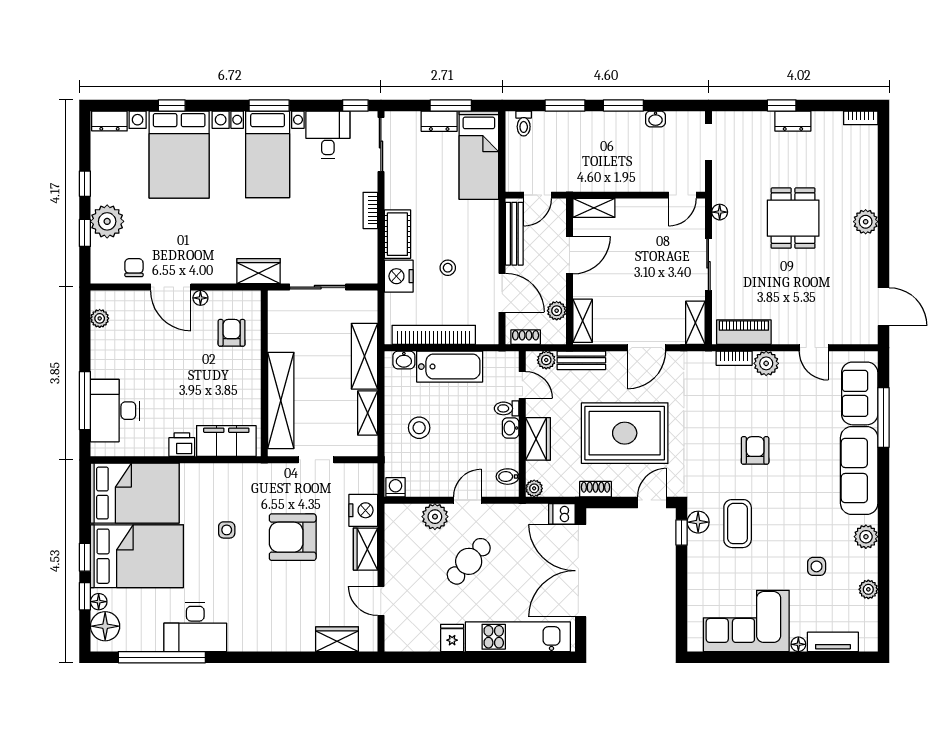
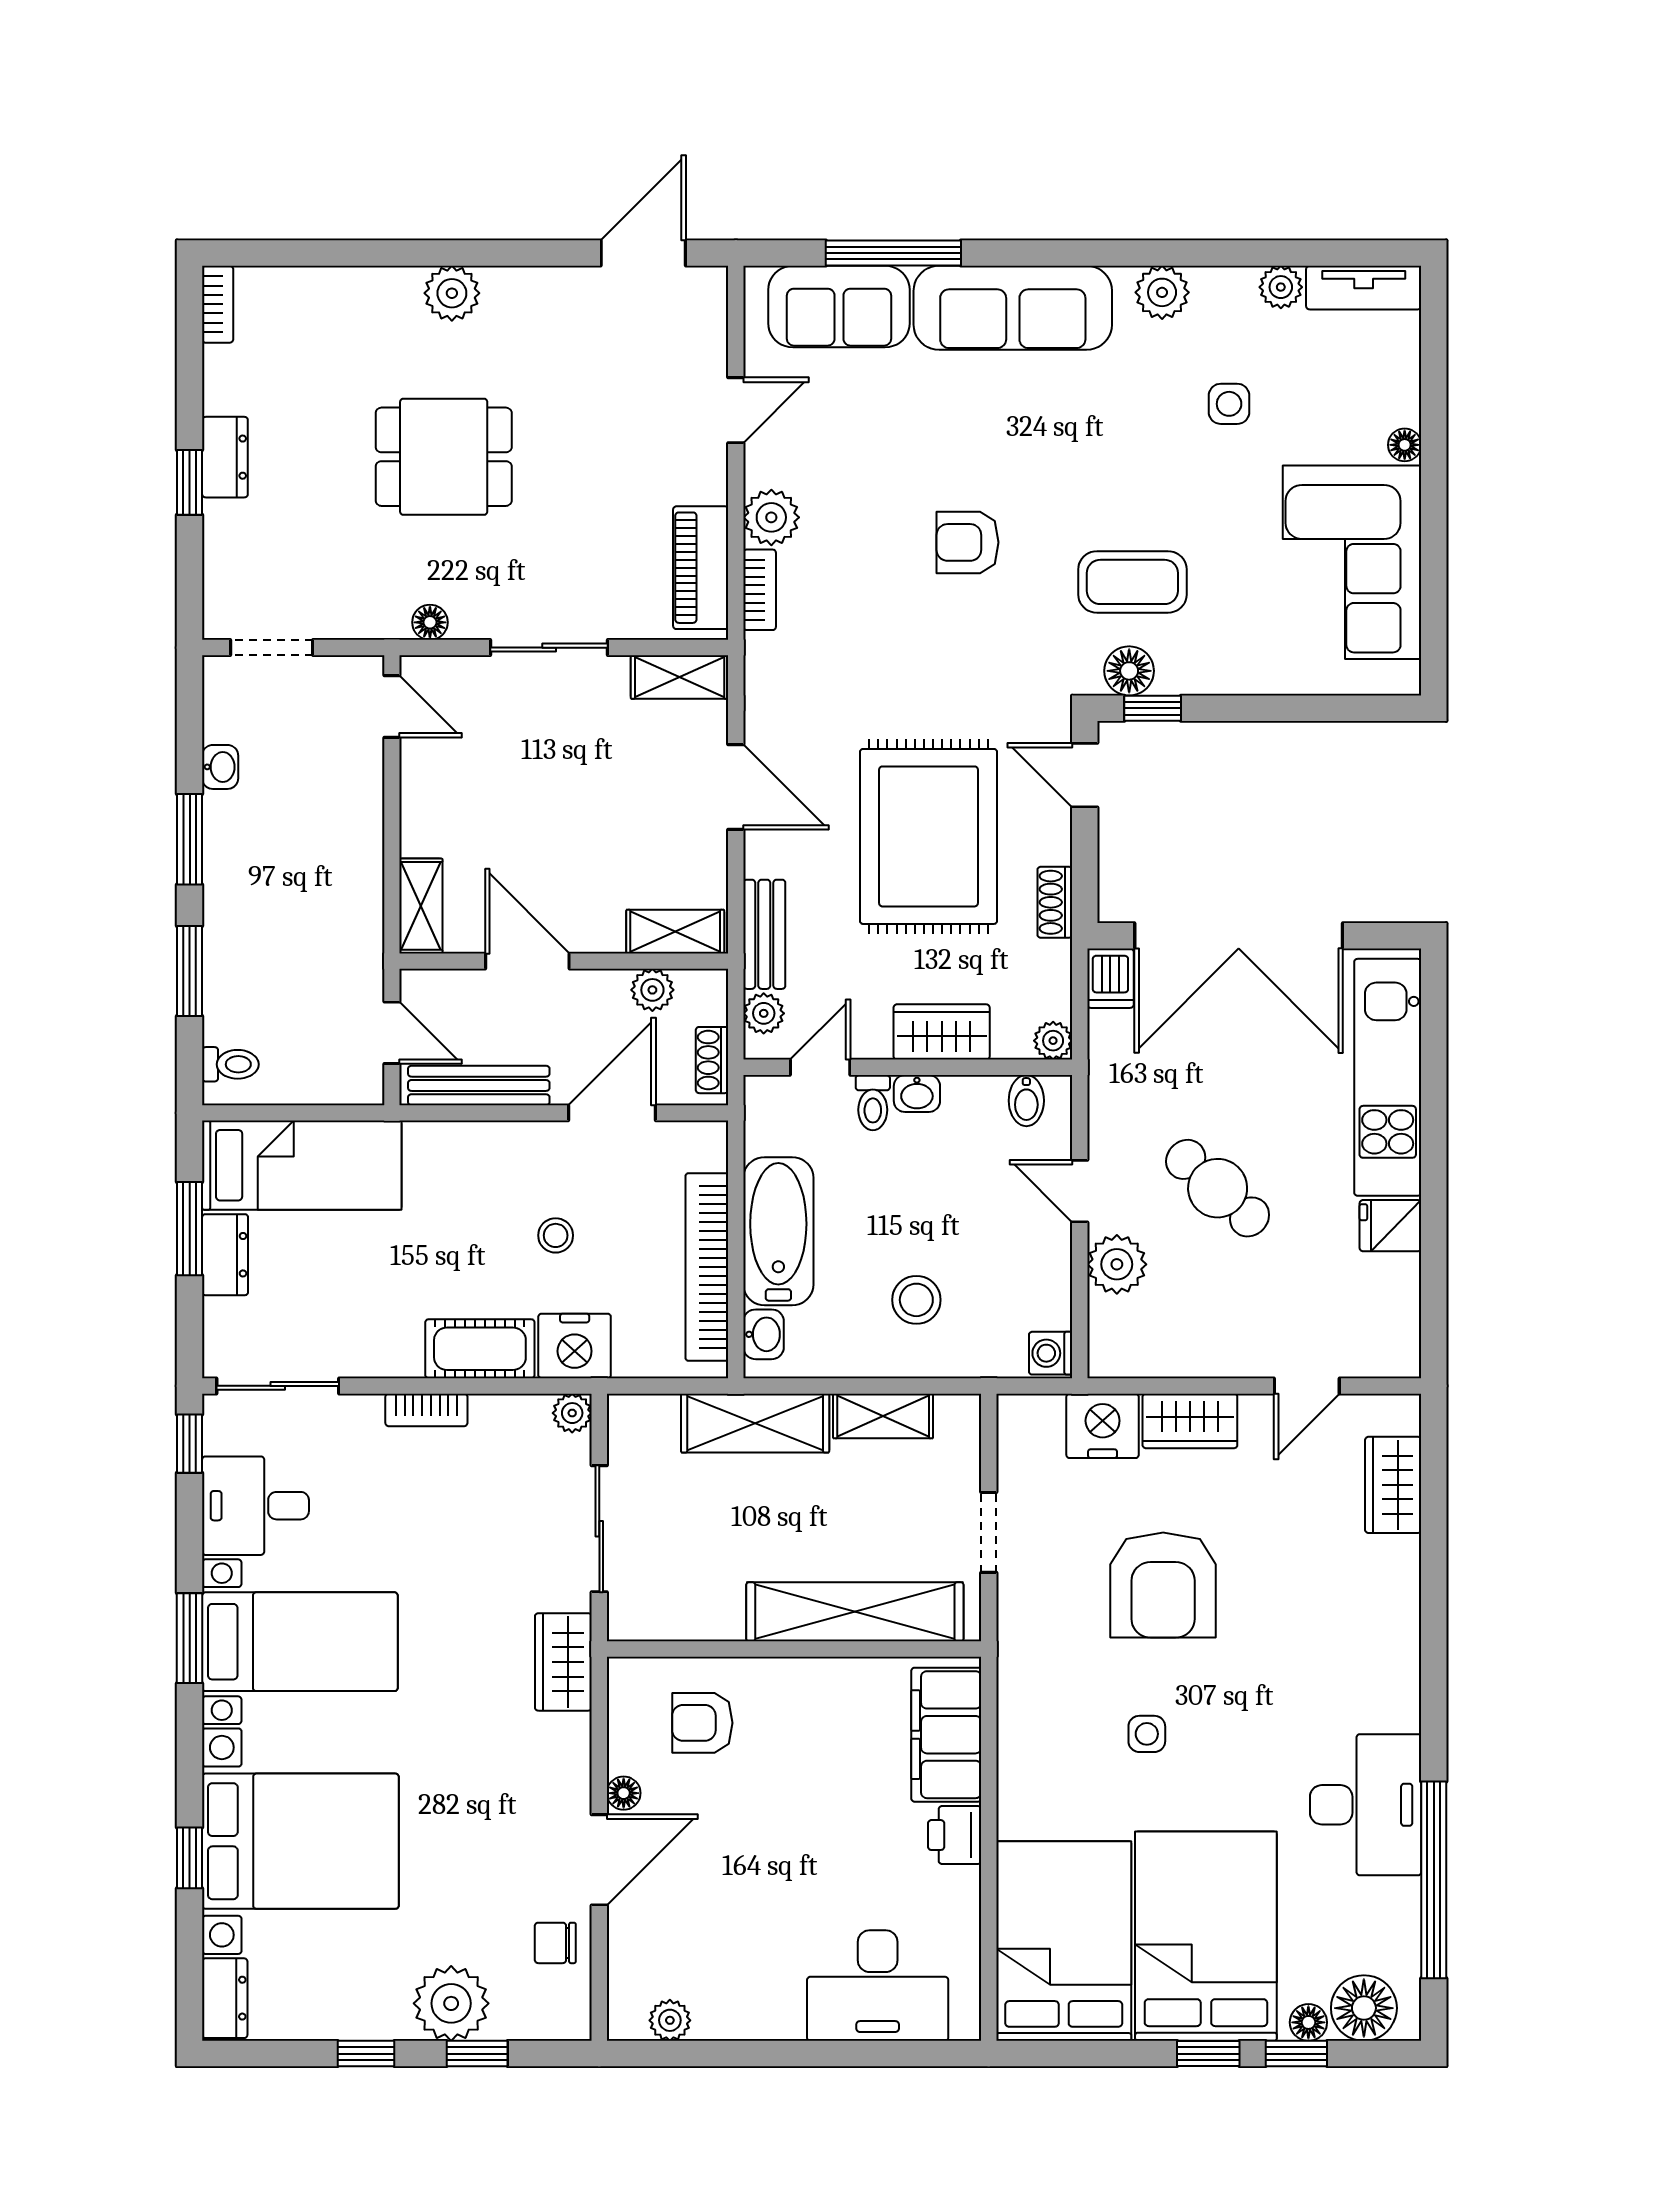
plant: (369, 275) -> (572, 1413), added
window: (85, 401) -> (855, 2054), removed
tv unit: (833, 642) -> (1364, 288), moved, turned -90

